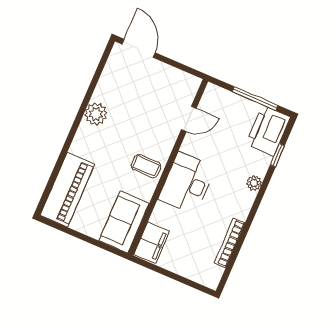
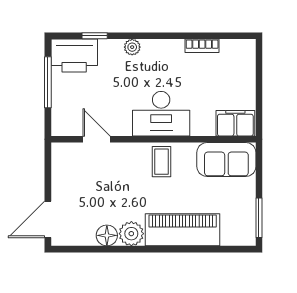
floor lamp: (103, 93) -> (107, 235), added
piano: (67, 190) -> (183, 230), moved
window: (63, 228) -> (259, 218), added
bookcase: (230, 243) -> (202, 46), width x0.64

